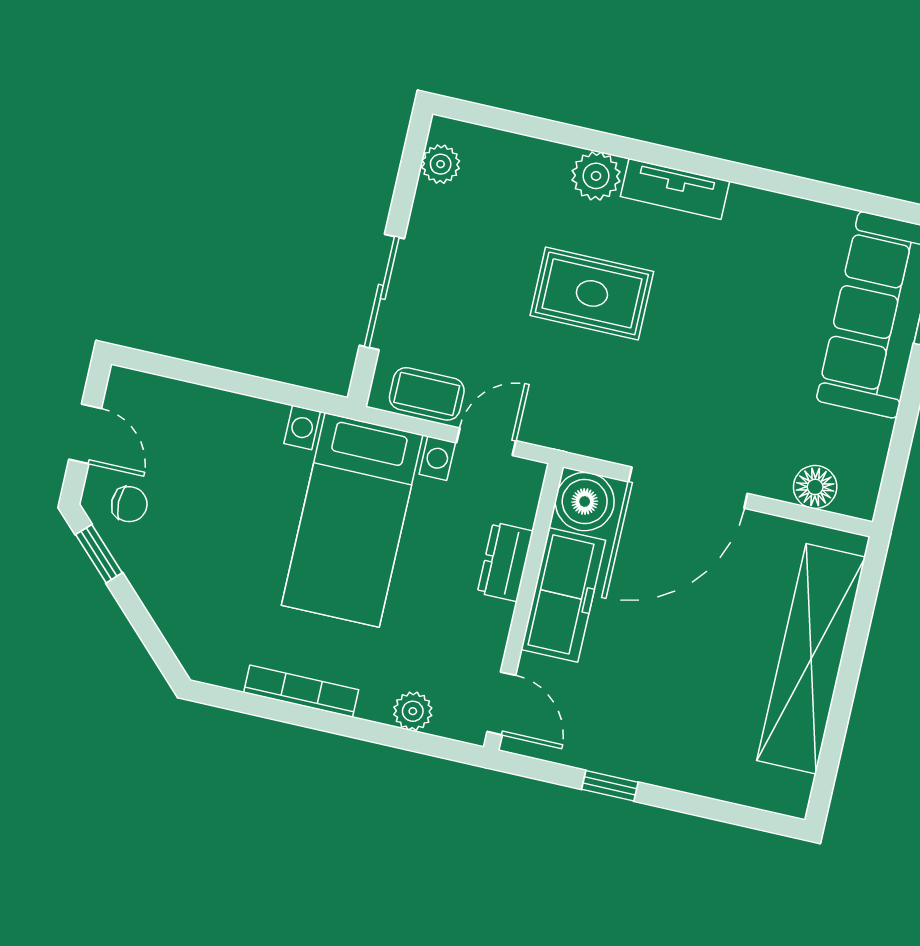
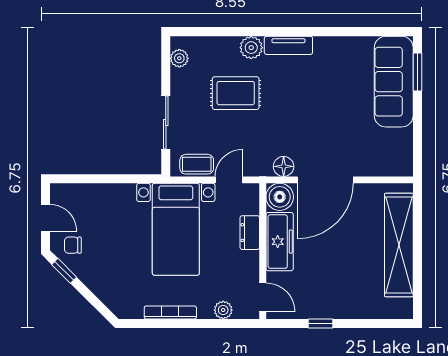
rug: (592, 293) -> (236, 93), moved
floor lamp: (815, 487) -> (284, 166), moved
chair: (129, 504) -> (73, 245), turned 180

